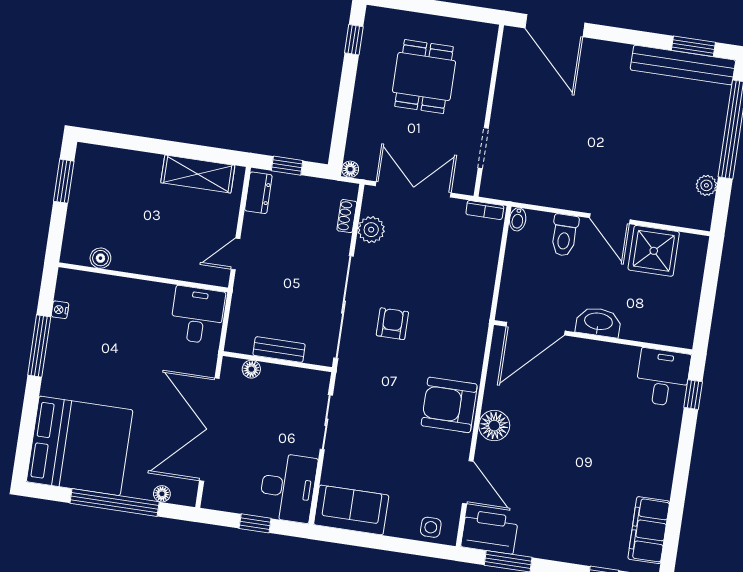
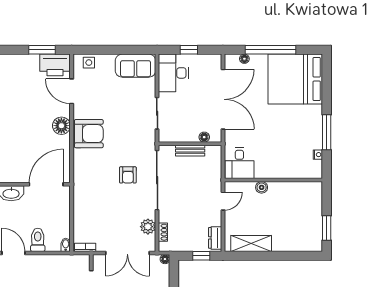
boiler: (100, 258) -> (262, 187), moved

